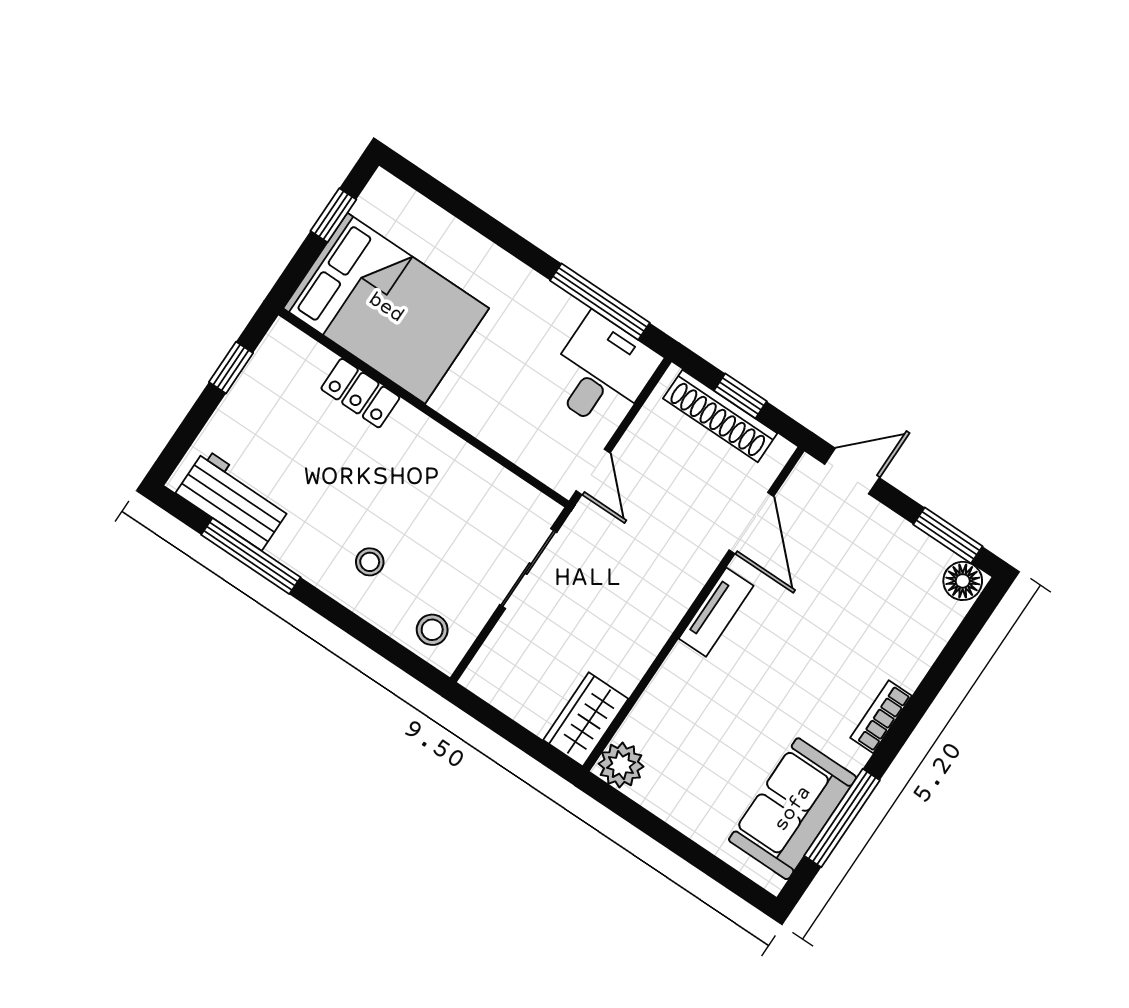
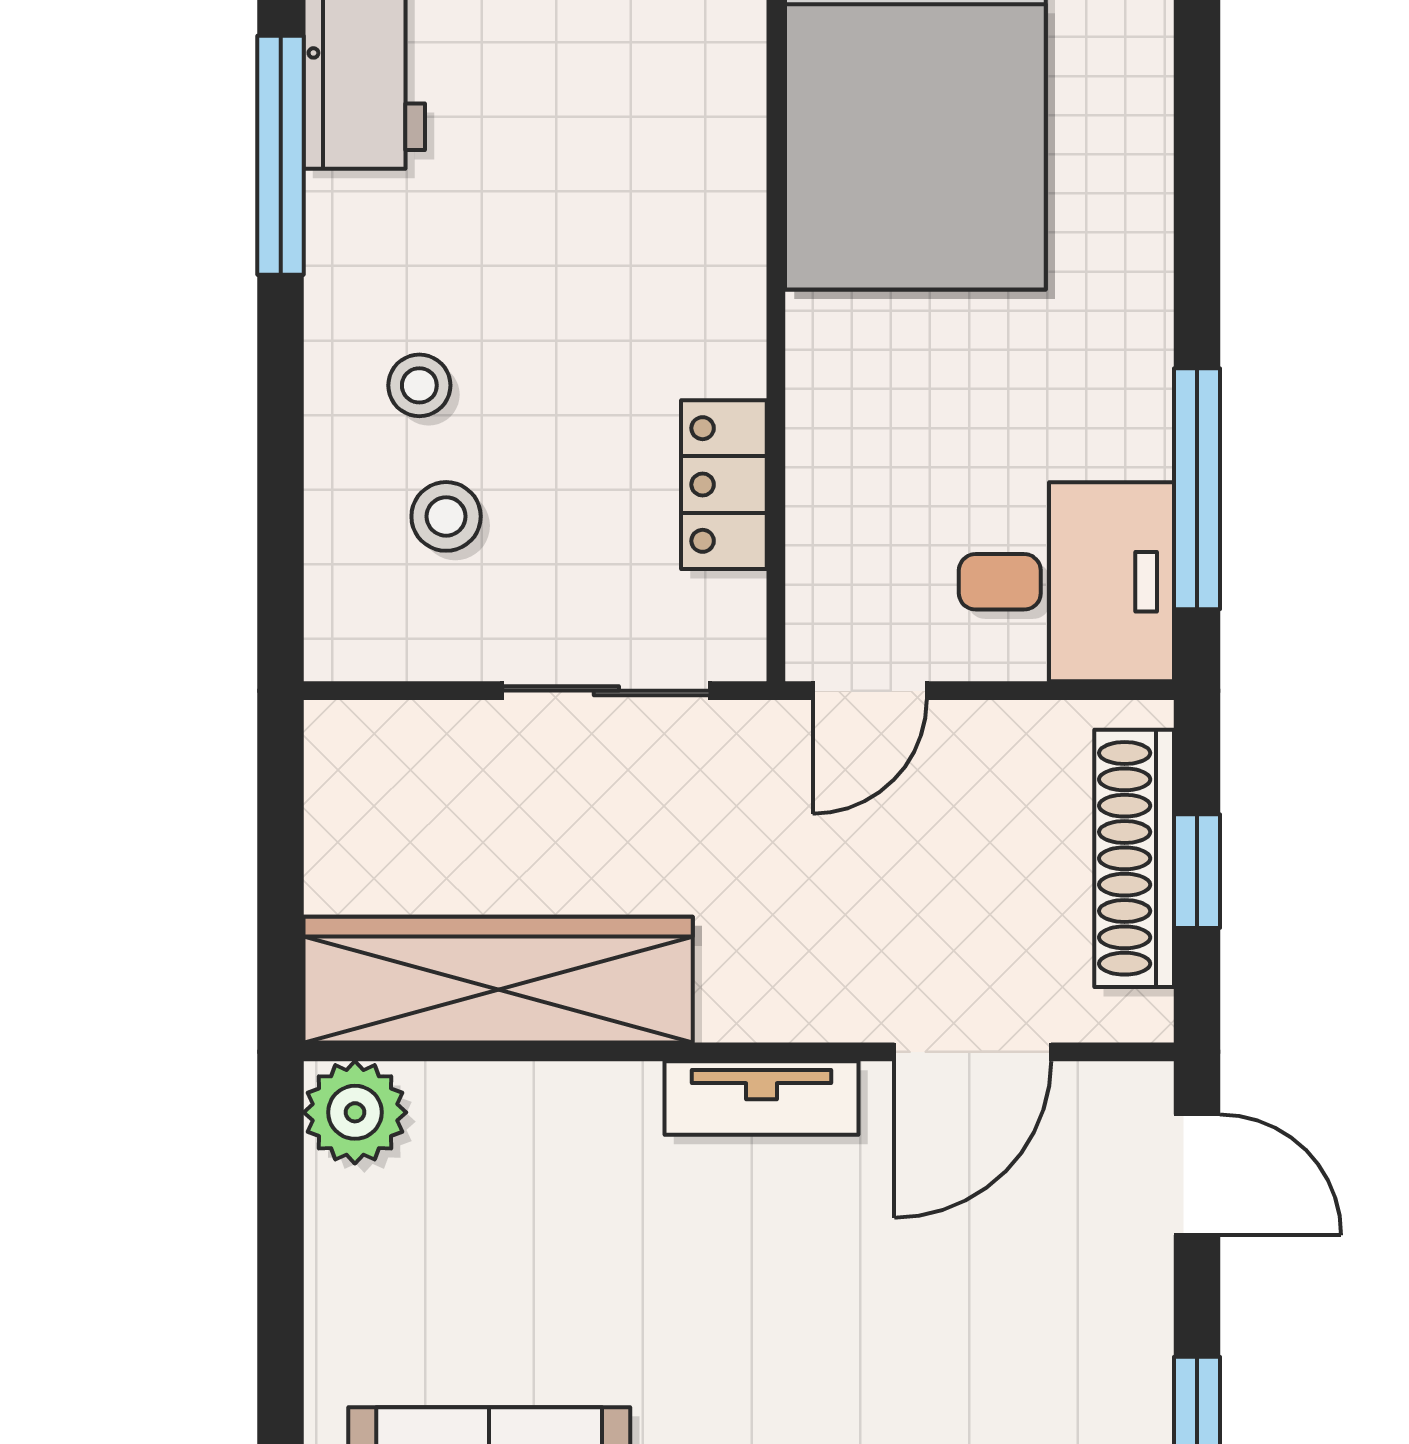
locker: (360, 393) -> (724, 485), moved
stool: (432, 630) -> (446, 516), moved
wardrobe: (586, 719) -> (498, 980), width x2.10, depth x1.17

